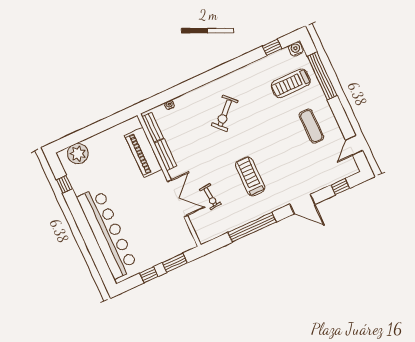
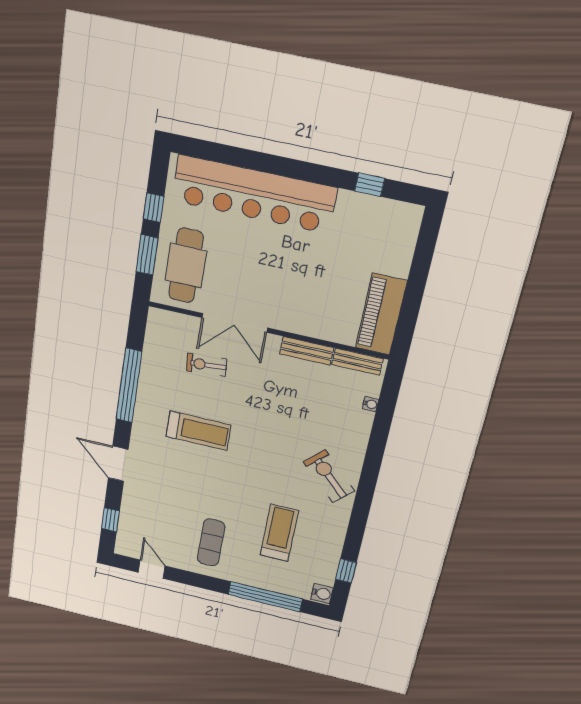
treadmill: (291, 83) -> (279, 533), moved
exercise bike: (225, 113) -> (329, 476), moved
exercise mat: (311, 126) -> (211, 543), turned 90
piano: (144, 152) -> (381, 314), moved, turned -90
plant: (78, 154) -> (399, 237), removed
door: (302, 204) -> (118, 464), hinge flipped
cafe table: (166, 241) -> (186, 266), added

